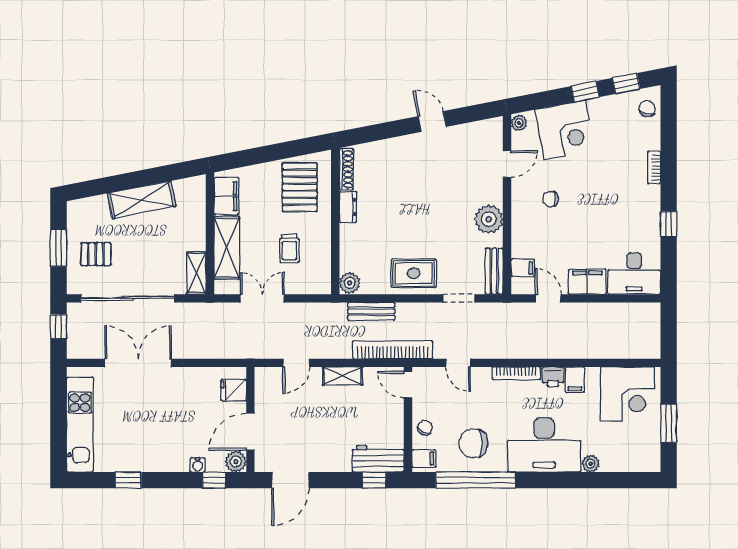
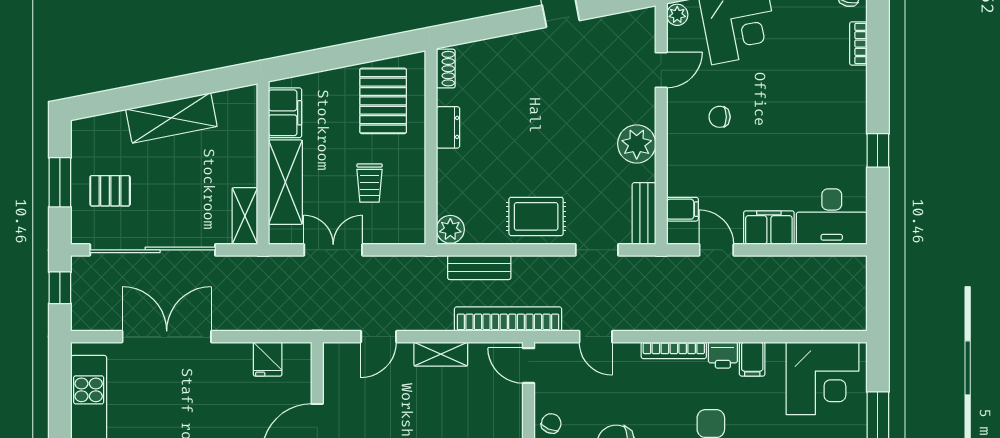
bookcase: (654, 168) -> (858, 44), moved
shoe rack: (346, 169) -> (446, 69), width x0.70
fridge: (234, 390) -> (268, 359), moved, turned -90

